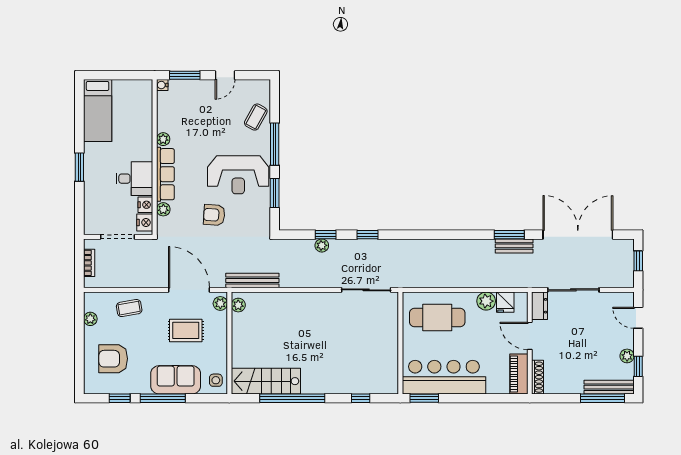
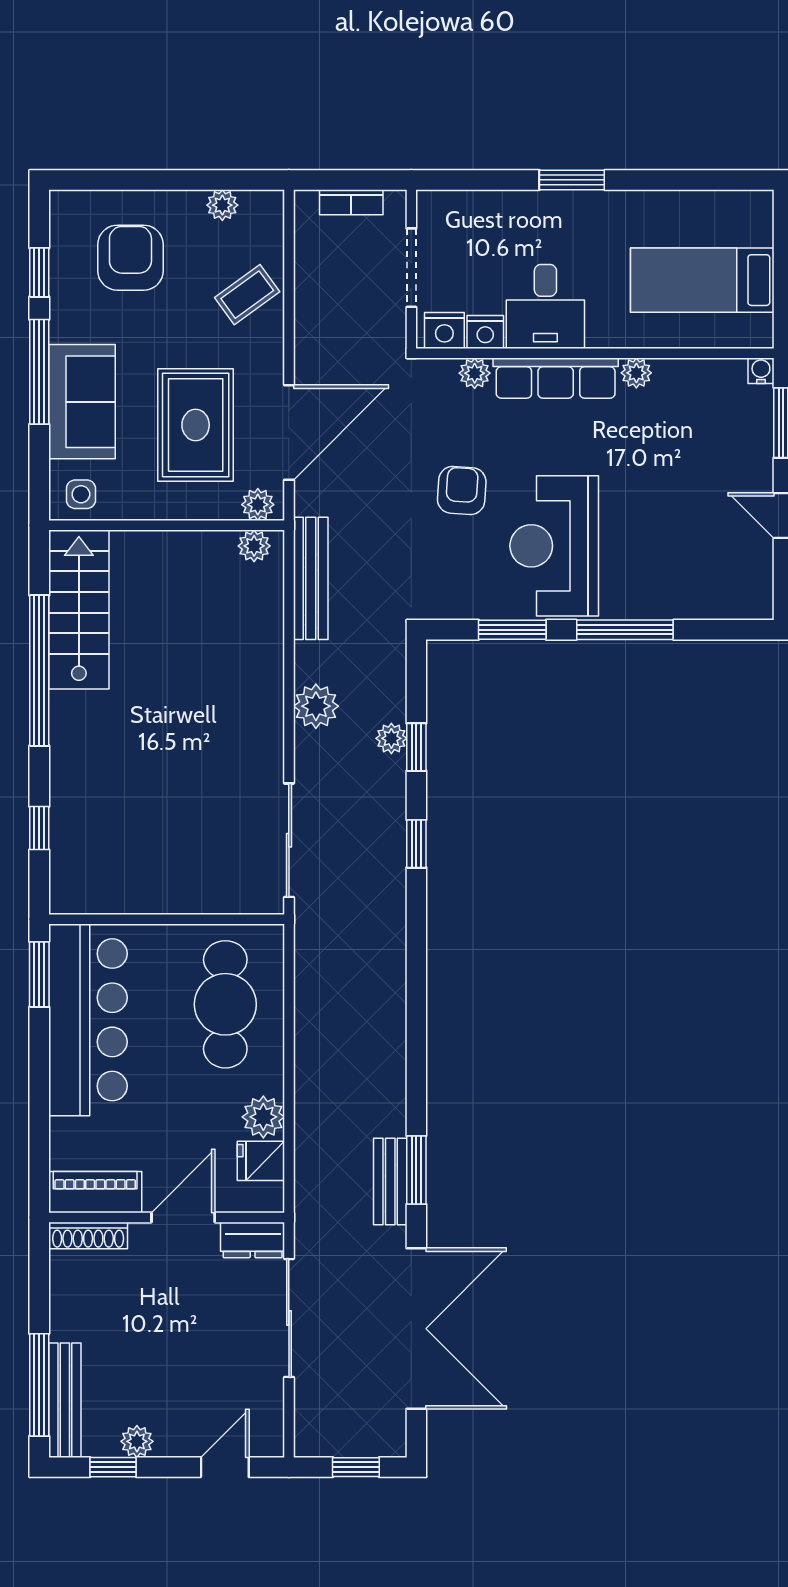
bed: (98, 111) -> (702, 280), moved
coffee table: (256, 117) -> (687, 586), removed
plant: (308, 278) -> (316, 706), added
coffee table: (129, 308) -> (247, 295), turned 64
rug: (186, 330) -> (196, 425), width x1.36, depth x1.43

